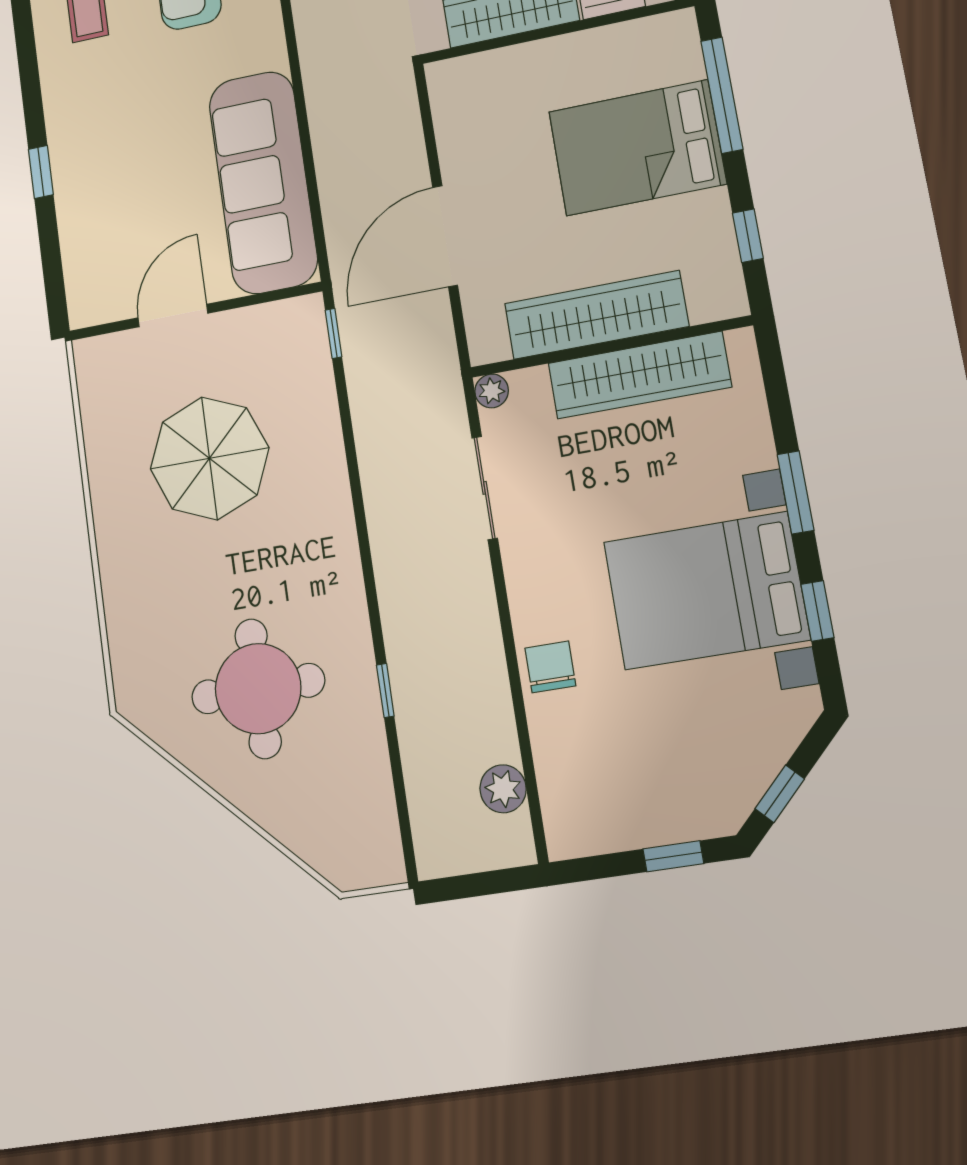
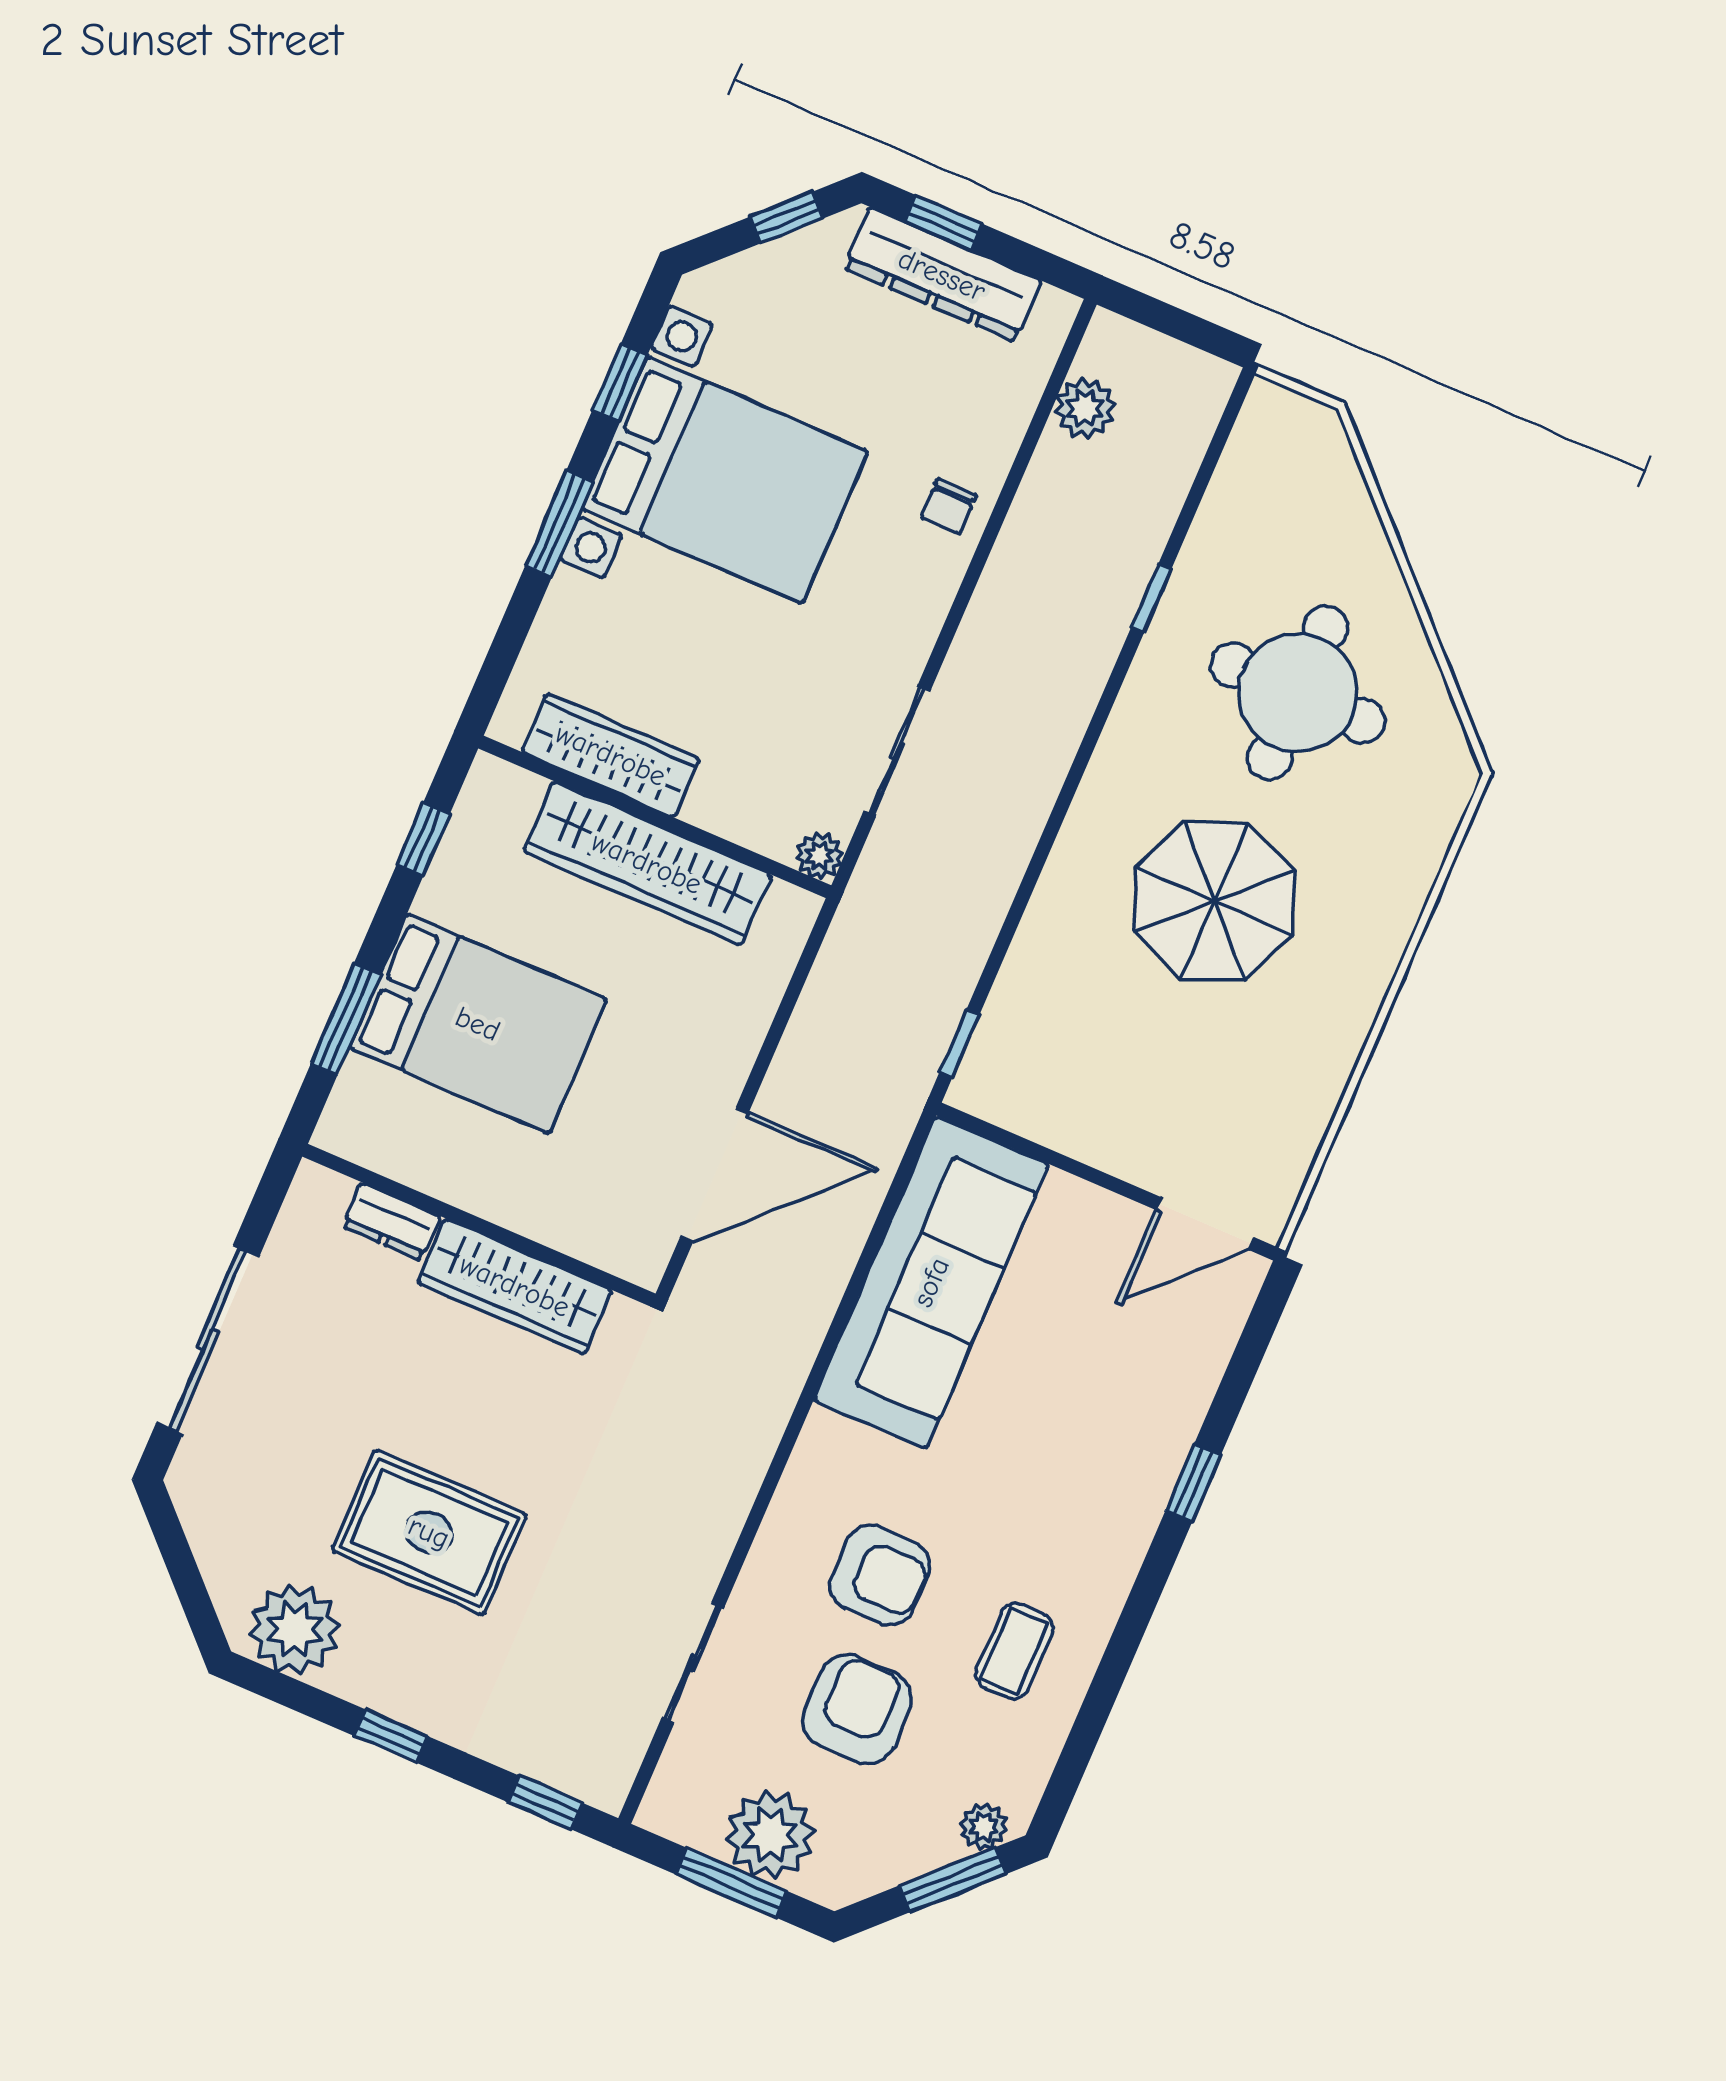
window: (722, 95) -> (346, 1019), width x0.69
door: (445, 236) -> (714, 1174), moved
door: (173, 316) -> (1205, 1224), moved
wardrobe: (639, 375) -> (611, 755), width x0.71, depth x0.85
parasol: (209, 458) -> (1214, 901), moved
chair: (550, 667) -> (949, 507), width x0.73, depth x0.73
dresser: (652, 820) -> (942, 275), added

